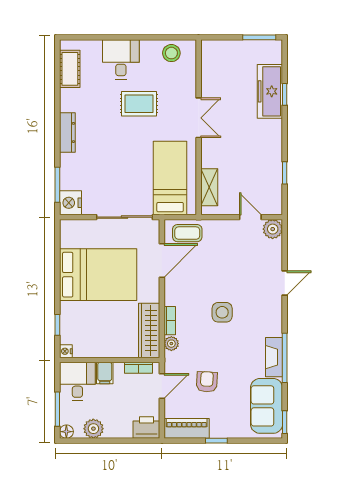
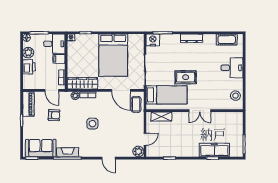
rug: (139, 104) -> (186, 77), moved, turned 90
printer: (146, 427) -> (29, 67), moved

